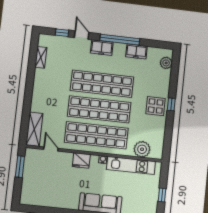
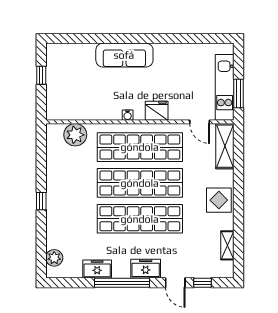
display table: (156, 106) -> (219, 200), moved
kitchen unit: (131, 165) -> (225, 87), moved, turned -90

